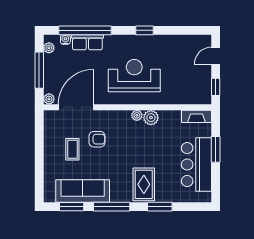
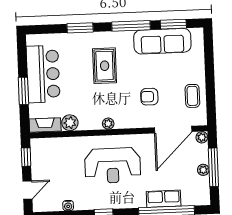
water cooler: (65, 40) -> (68, 206), moved
plant: (49, 48) -> (203, 170), moved
plant: (151, 118) -> (70, 123), moved
coffee table: (72, 149) -> (192, 96), moved
rug: (144, 184) -> (105, 66), moved

